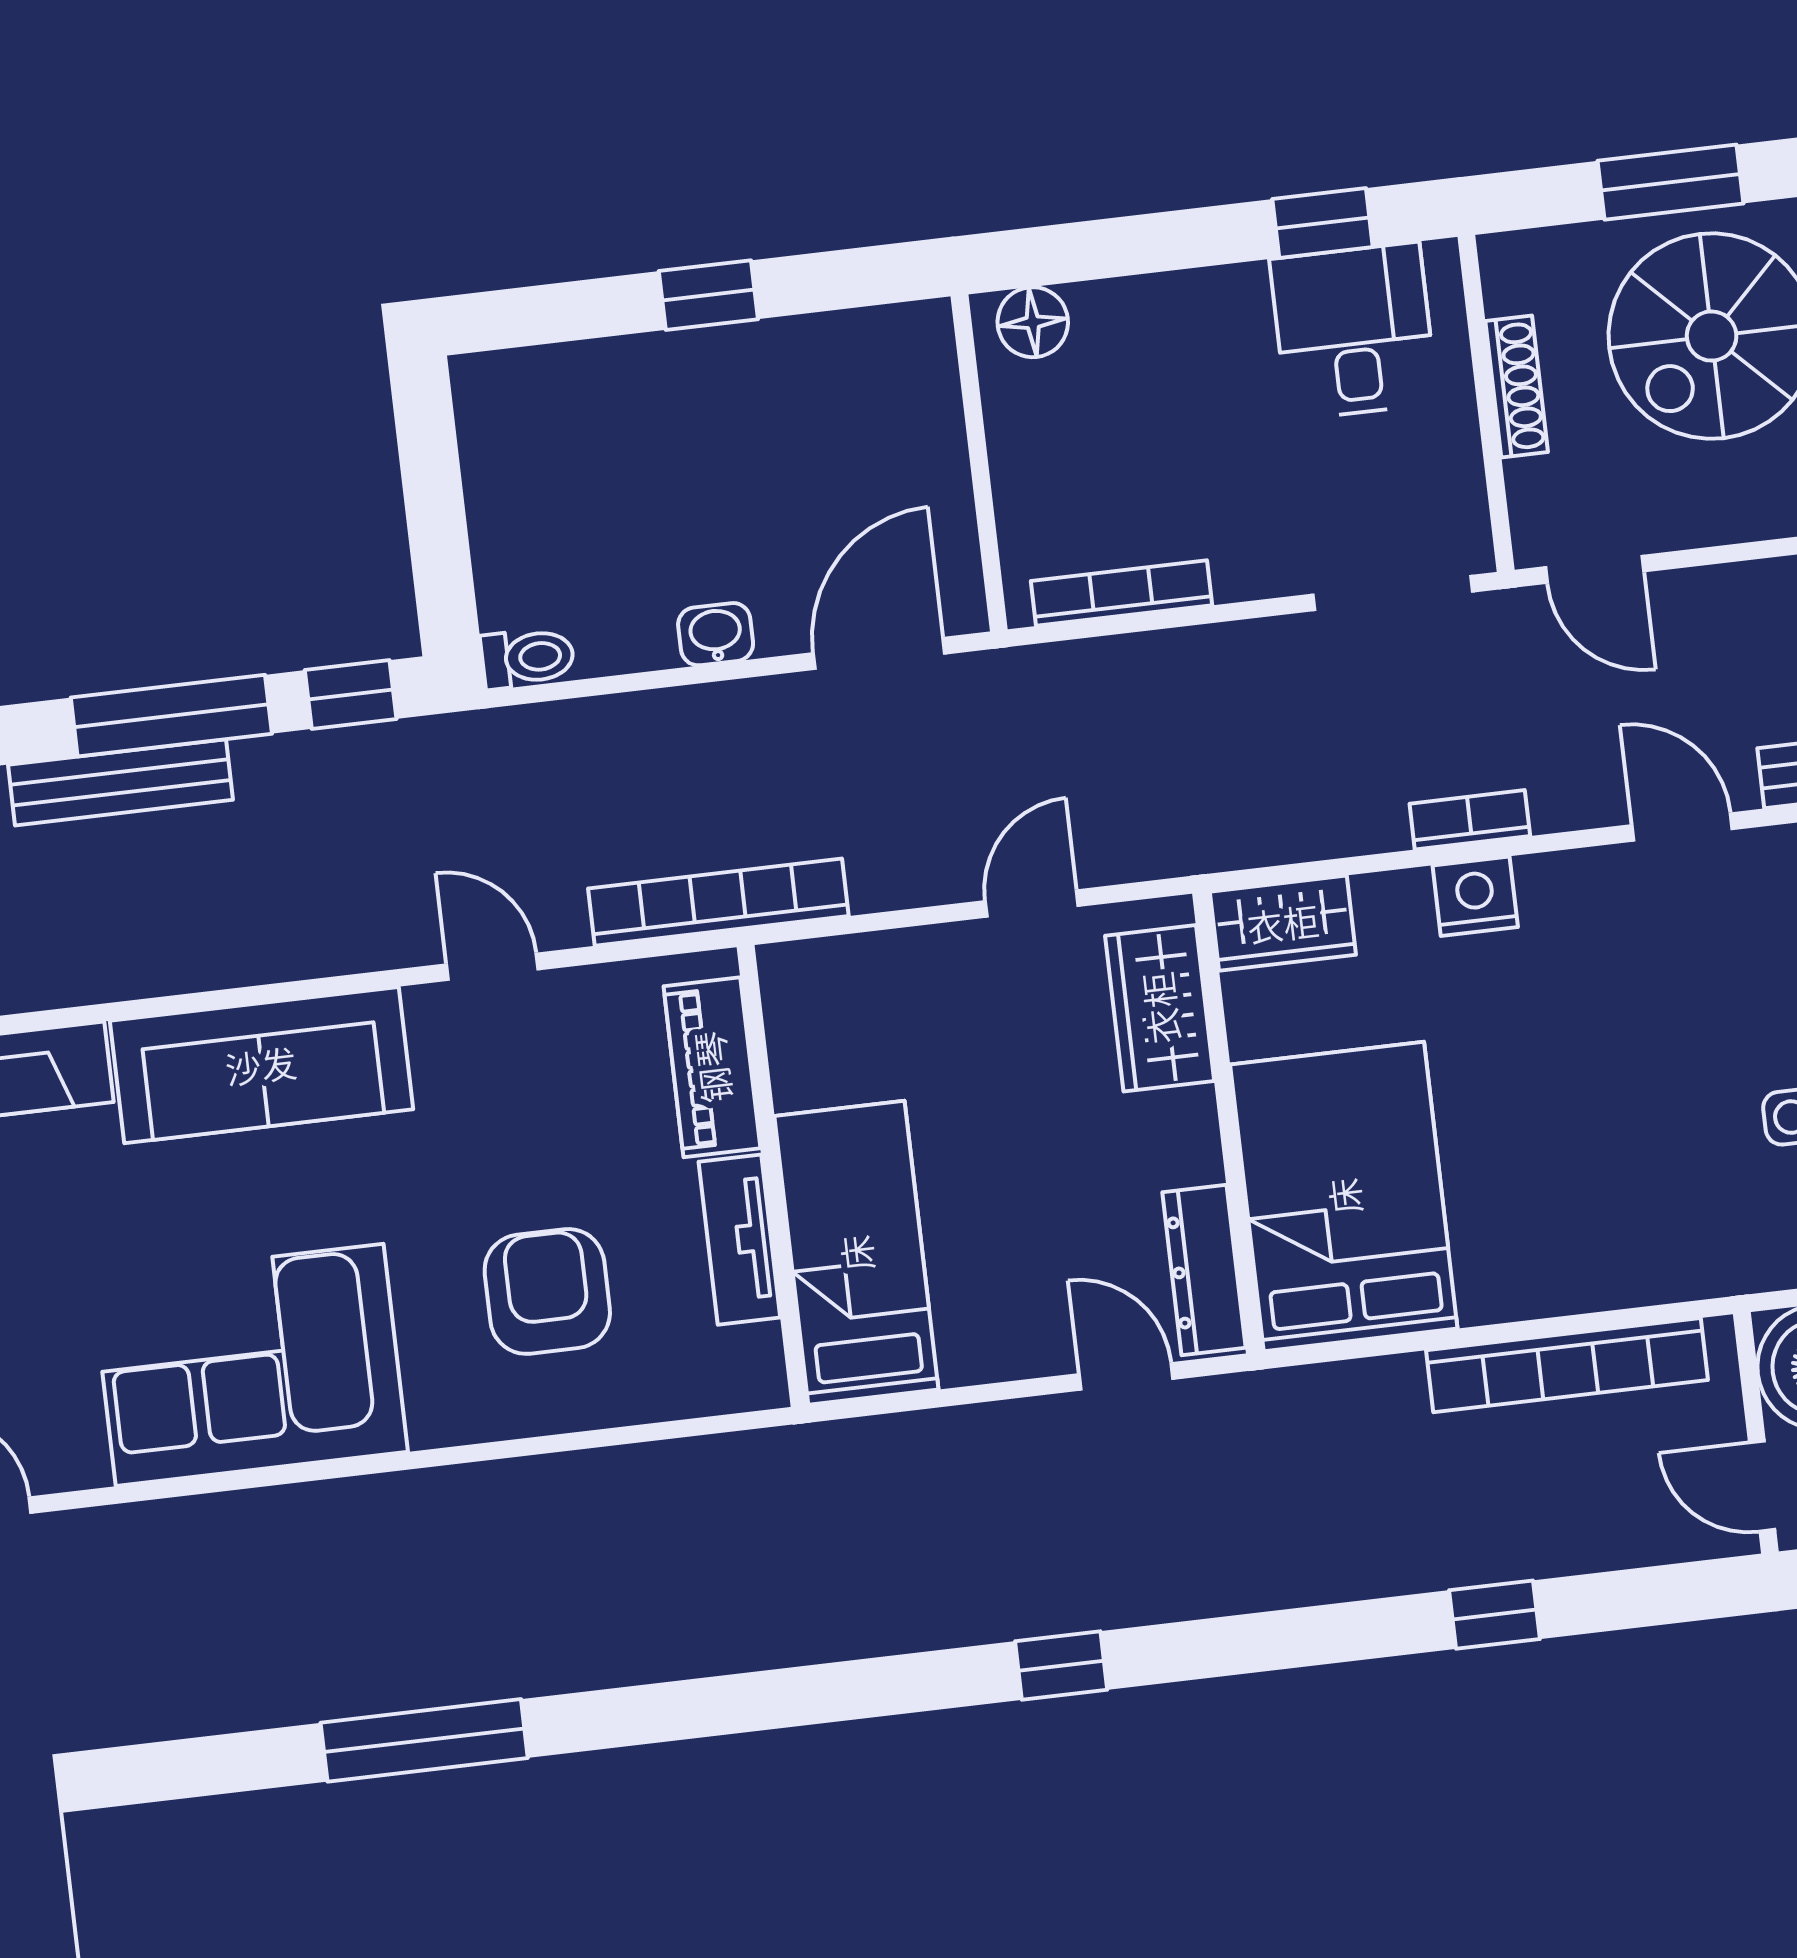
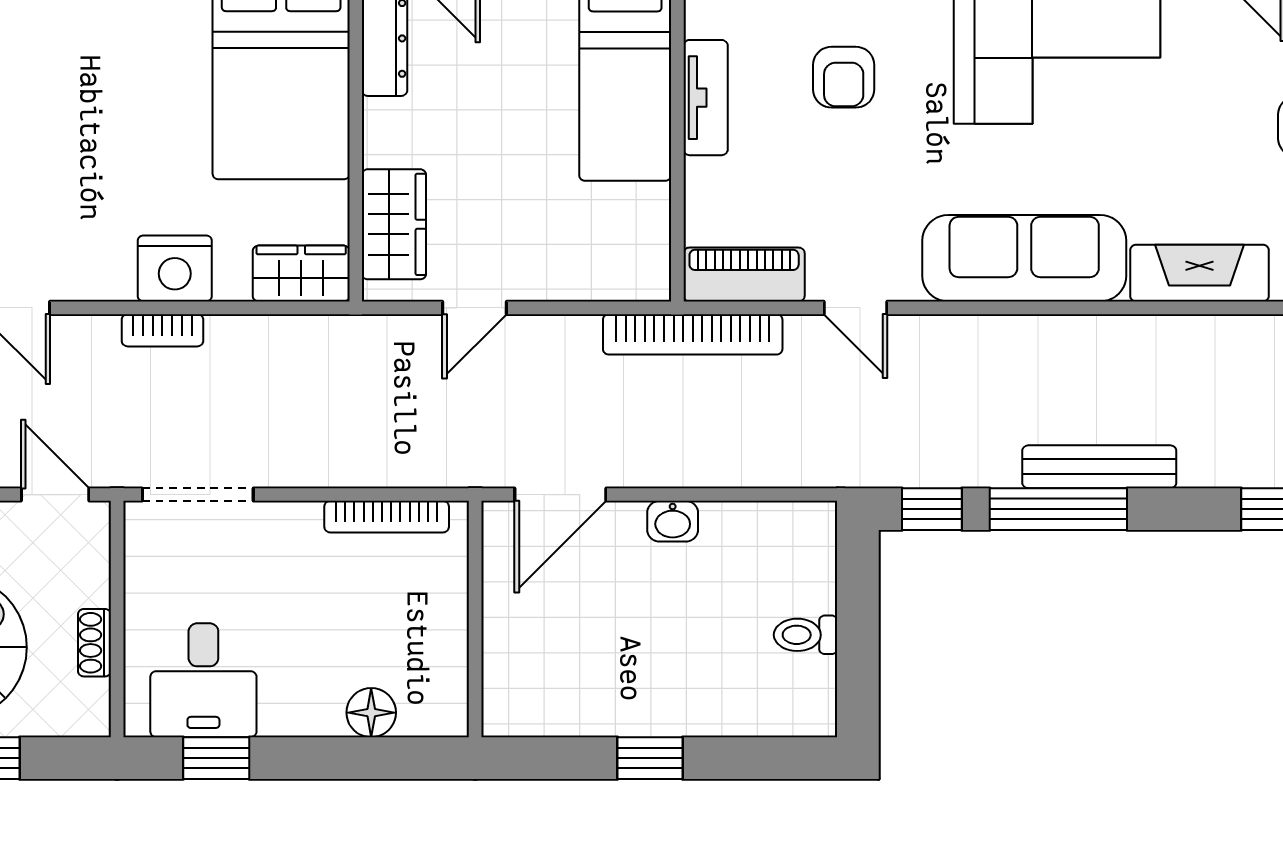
floor lamp: (1033, 322) -> (371, 713), moved
shoe rack: (1517, 387) -> (94, 643), width x0.70
toilet: (528, 658) -> (806, 635), moved
nightstand: (1475, 896) -> (175, 268), width x1.36, depth x1.33
piano: (712, 1067) -> (744, 275), moved, turned -90
armchair: (547, 1291) -> (844, 77), width x0.72, depth x0.72

